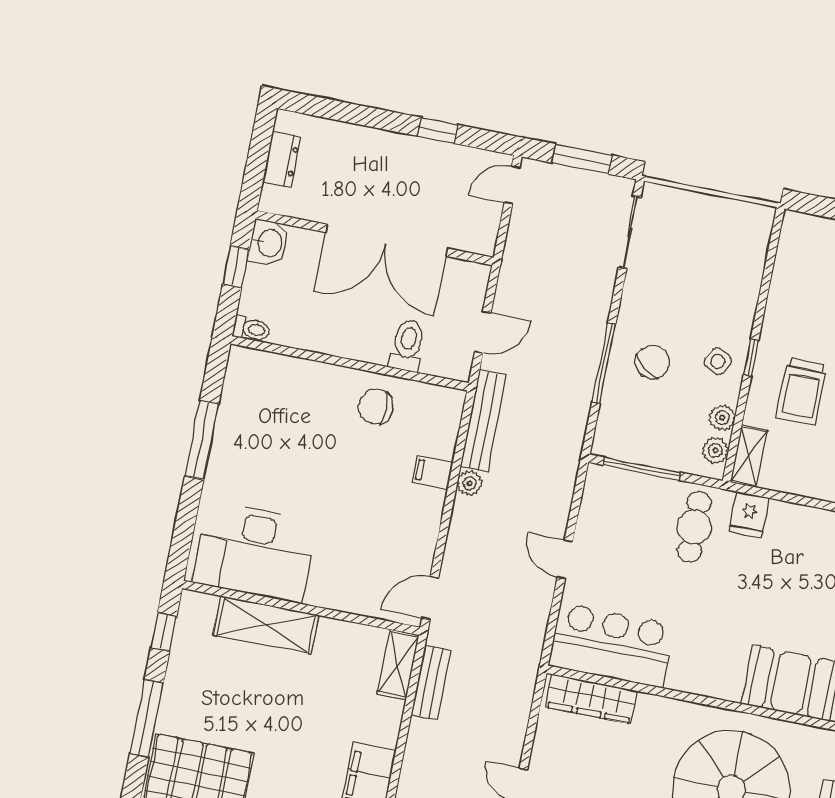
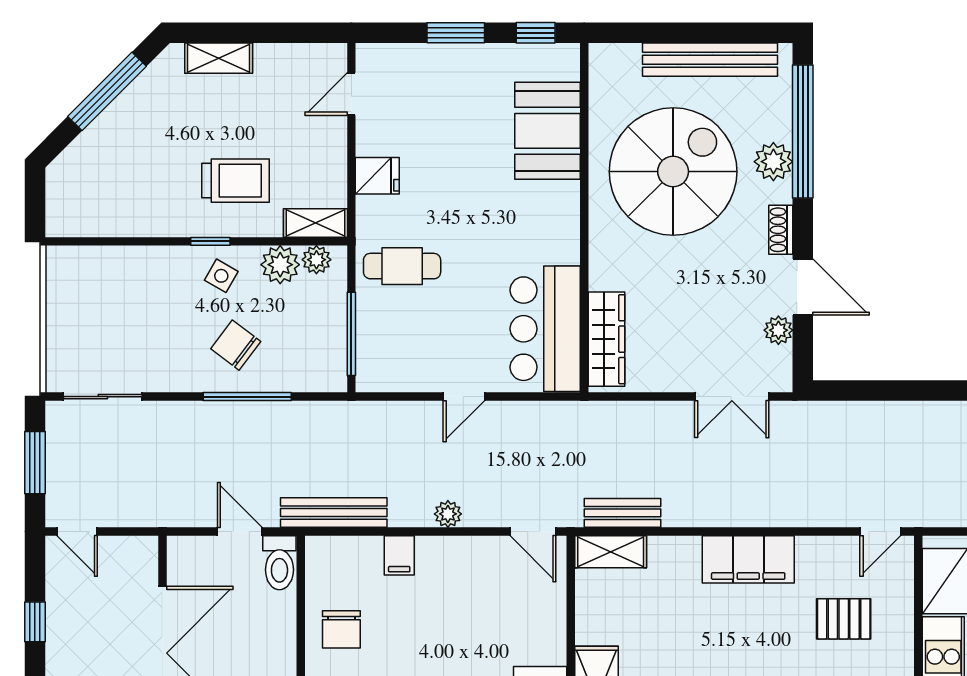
toilet: (408, 345) -> (279, 563), moved, turned -90
plant: (722, 418) -> (280, 265), width x1.38, depth x1.38
plant: (469, 483) -> (448, 514), moved
fridge: (749, 514) -> (377, 176), moved

